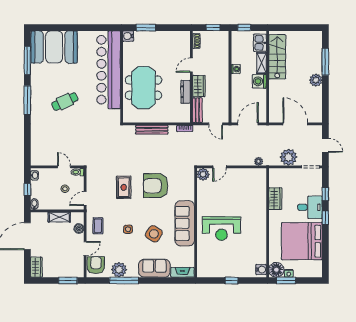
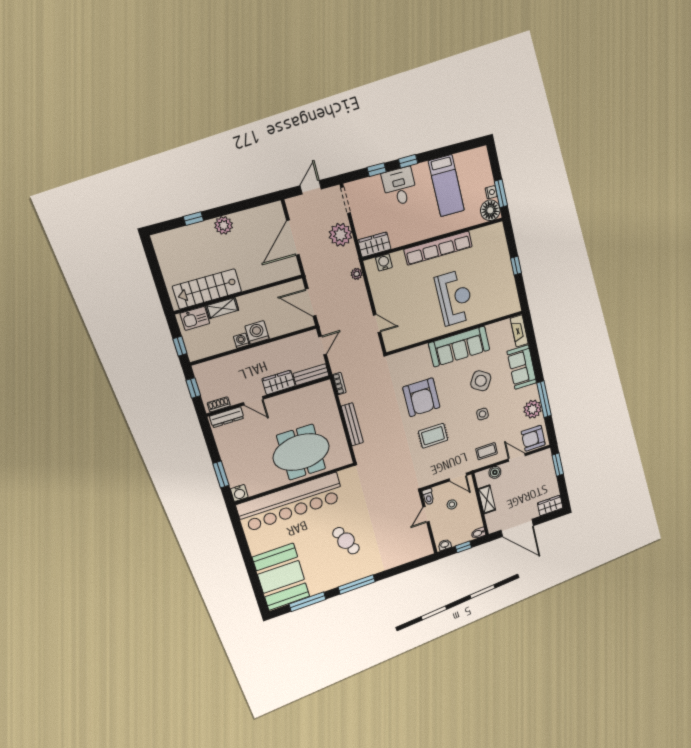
window: (325, 62) -> (193, 219), width x0.46
washing machine: (259, 81) -> (257, 332), moved, turned 180
dresser: (186, 92) -> (227, 417), moved
plant: (203, 174) -> (392, 342), removed
wardrobe: (275, 199) -> (374, 245), moved
row of seats: (260, 225) -> (438, 248), added
bed: (302, 241) -> (446, 186), width x0.49
water cooler: (261, 270) -> (384, 262), moved

